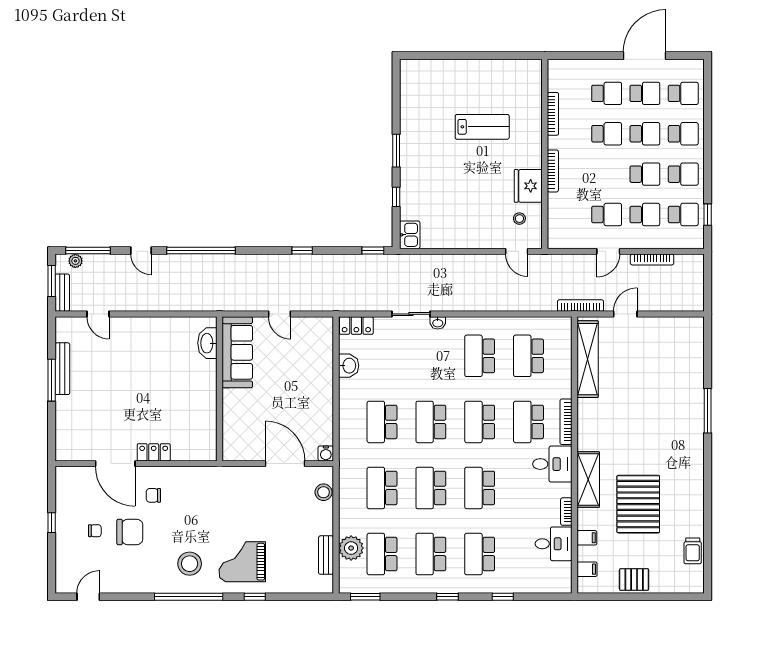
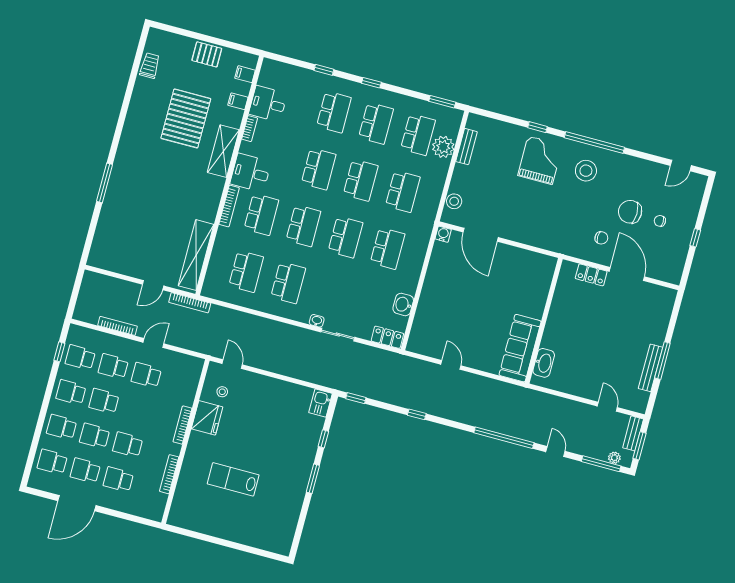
washbasin: (207, 343) -> (544, 363), moved
sofa: (237, 352) -> (520, 348), moved
wall: (220, 389) -> (544, 321), moved
grand piano: (242, 562) -> (540, 160), turned -90

